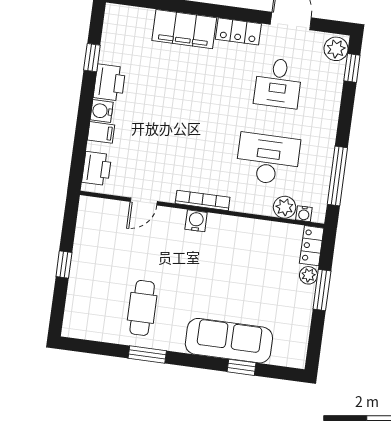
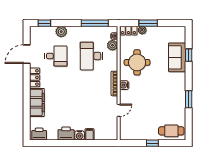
plant: (336, 49) -> (61, 32), moved
window: (92, 58) -> (56, 143), removed
printer: (97, 168) -> (39, 134), moved
door: (144, 202) -> (119, 110), hinge flipped
round table: (241, 255) -> (137, 62), added
cafe table: (142, 308) -> (171, 131), moved
sofa: (229, 341) -> (177, 57), width x0.73

